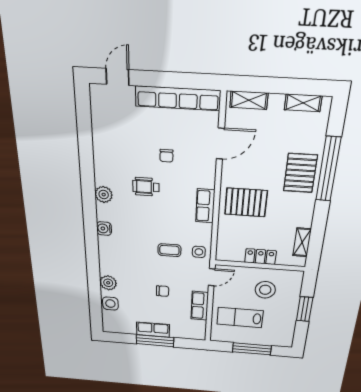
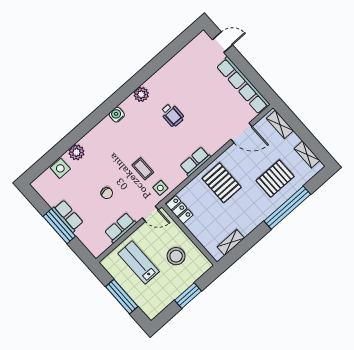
chair: (166, 156) -> (204, 109), removed
pallet: (300, 173) -> (275, 179), moved
wheelchair: (146, 187) -> (172, 115), turned 180
locker: (260, 257) -> (179, 210), moved

